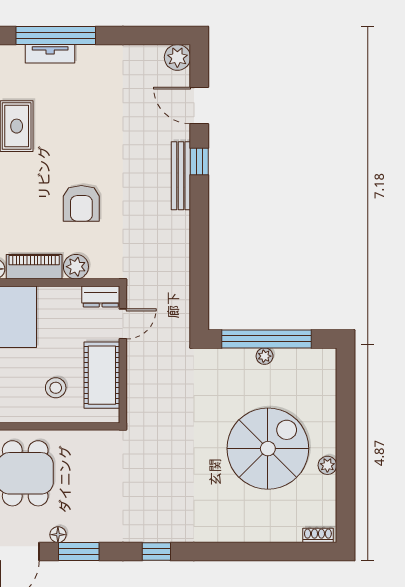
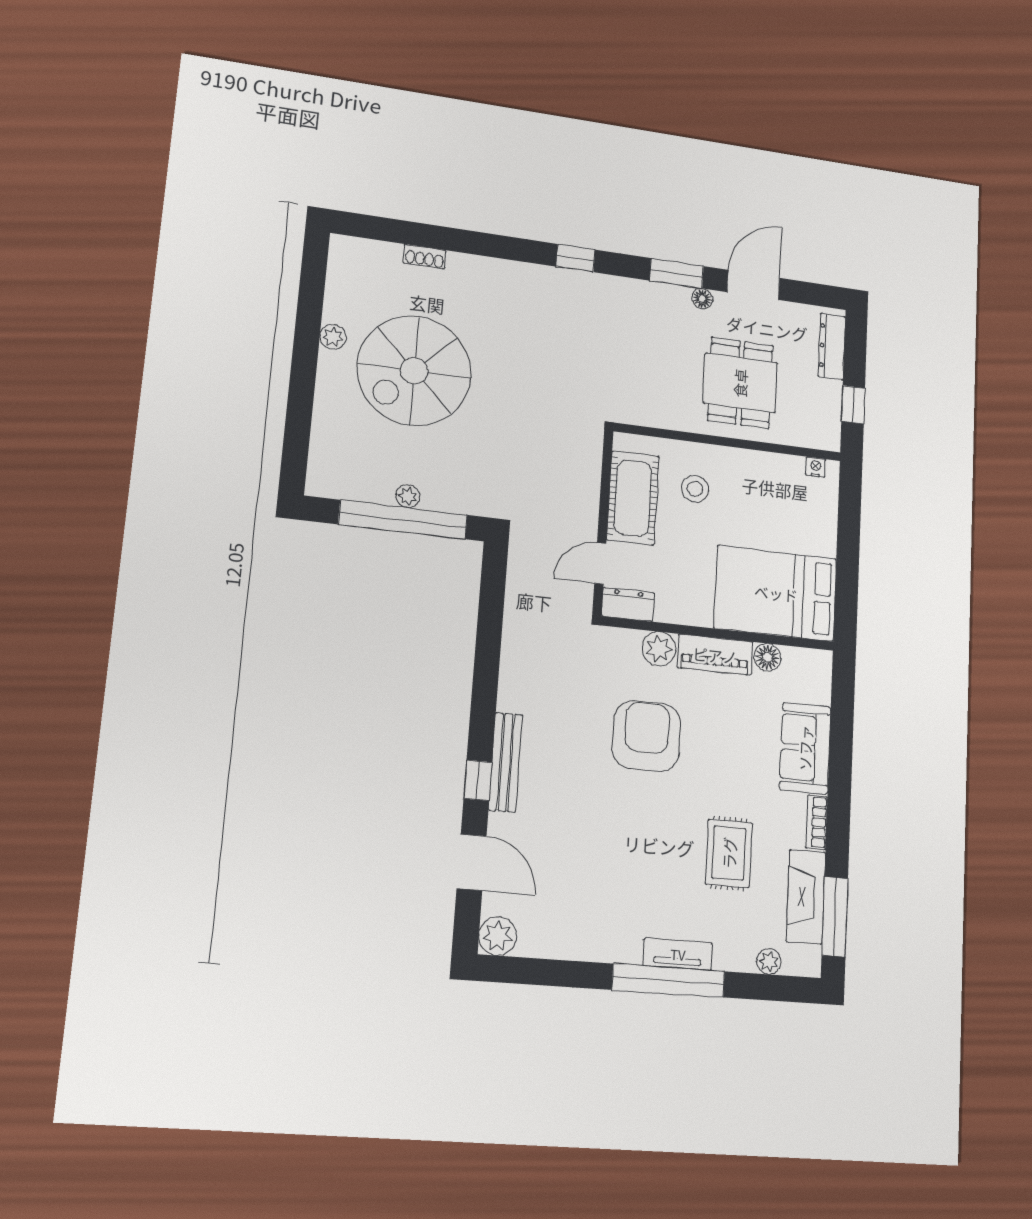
armchair: (81, 203) -> (647, 736), width x1.36, depth x1.36
shoe rack: (318, 535) -> (425, 257), moved

